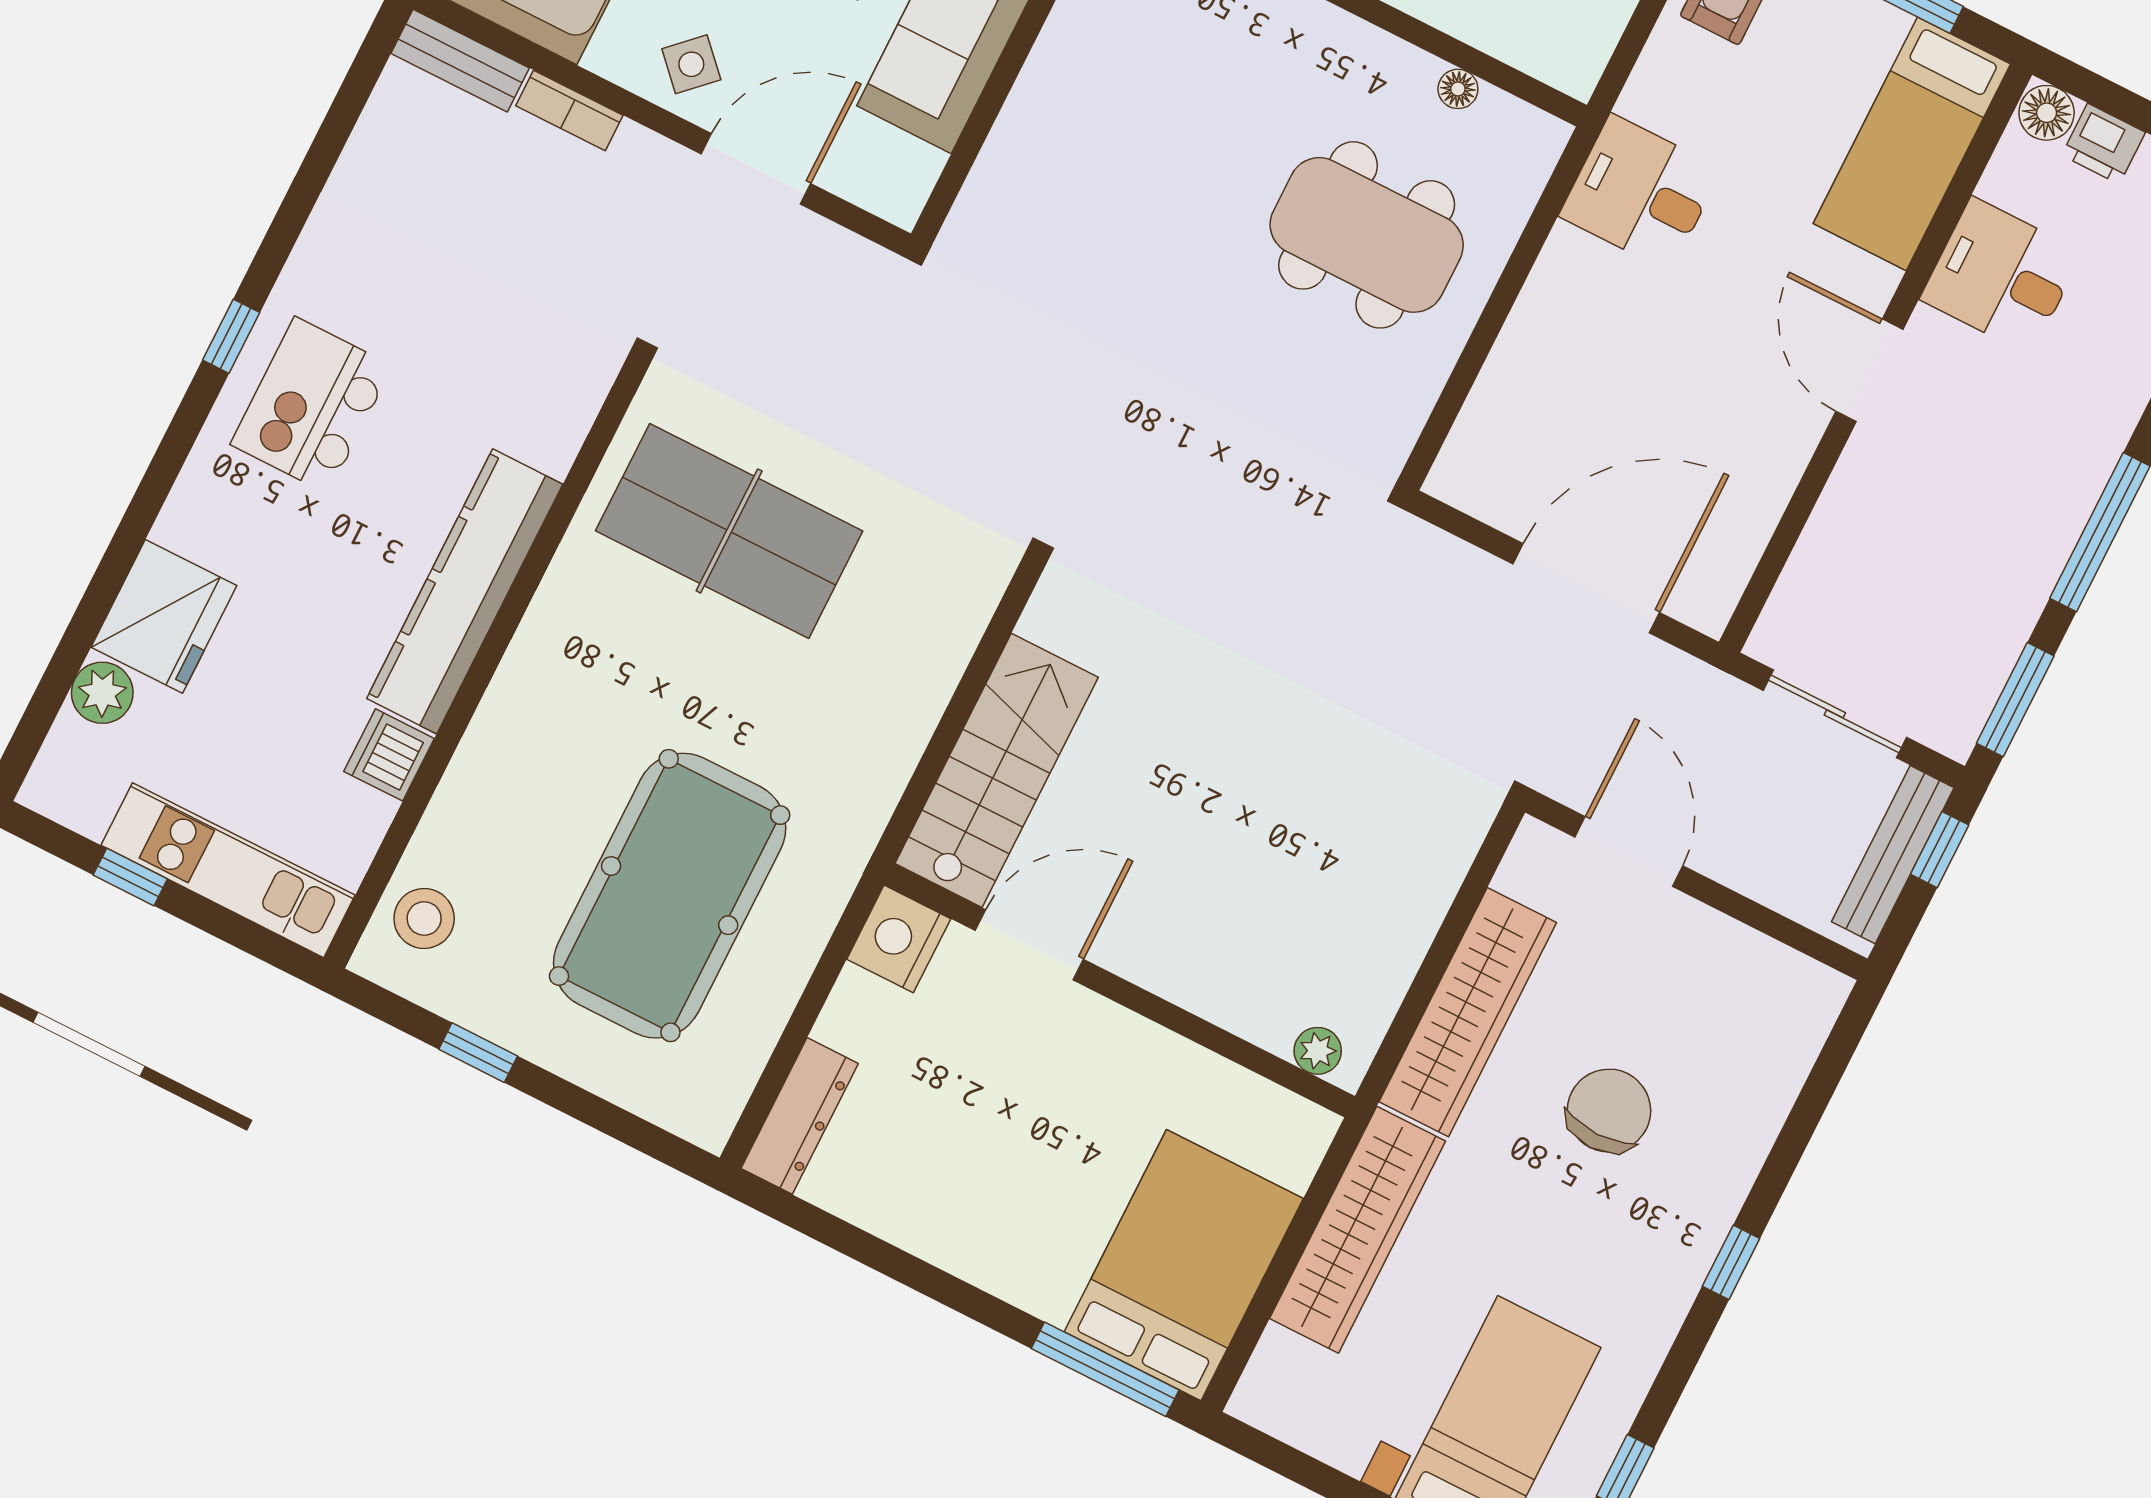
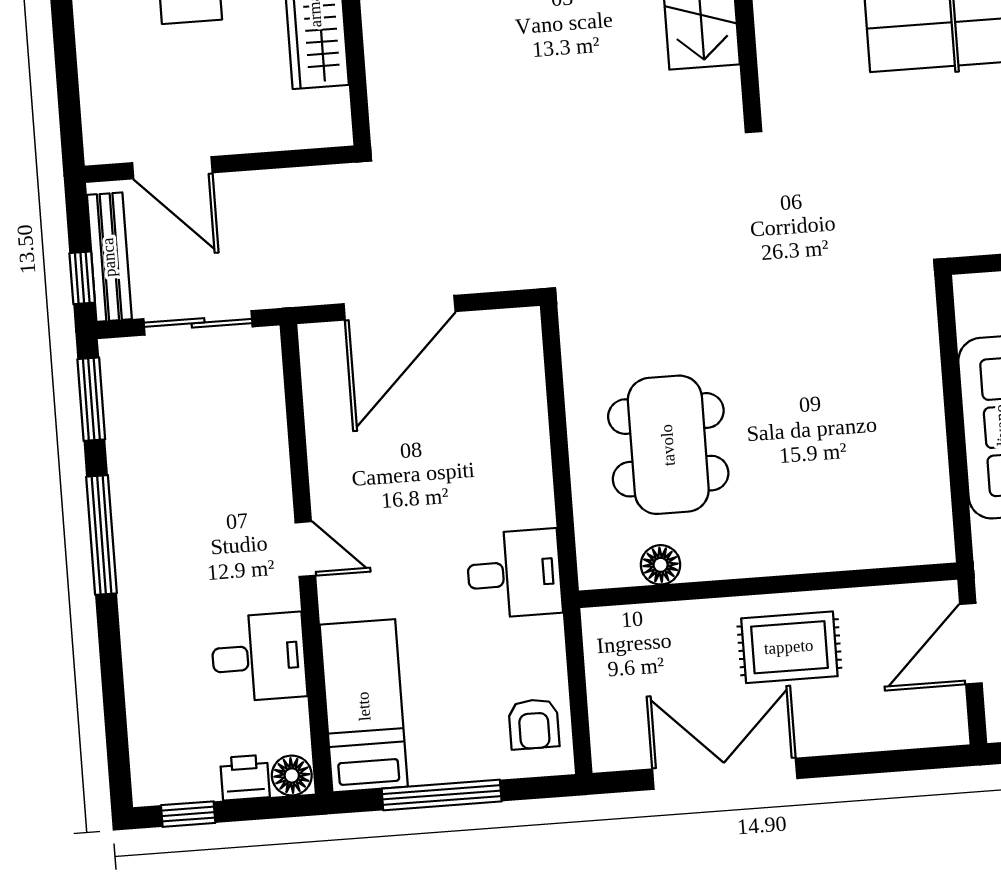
floor lamp: (1458, 89) -> (661, 565), width x1.37, depth x1.37
dining table: (1367, 235) -> (668, 445), turned 90
door: (1869, 370) -> (305, 549), width x0.73
door: (1629, 852) -> (172, 168), moved

